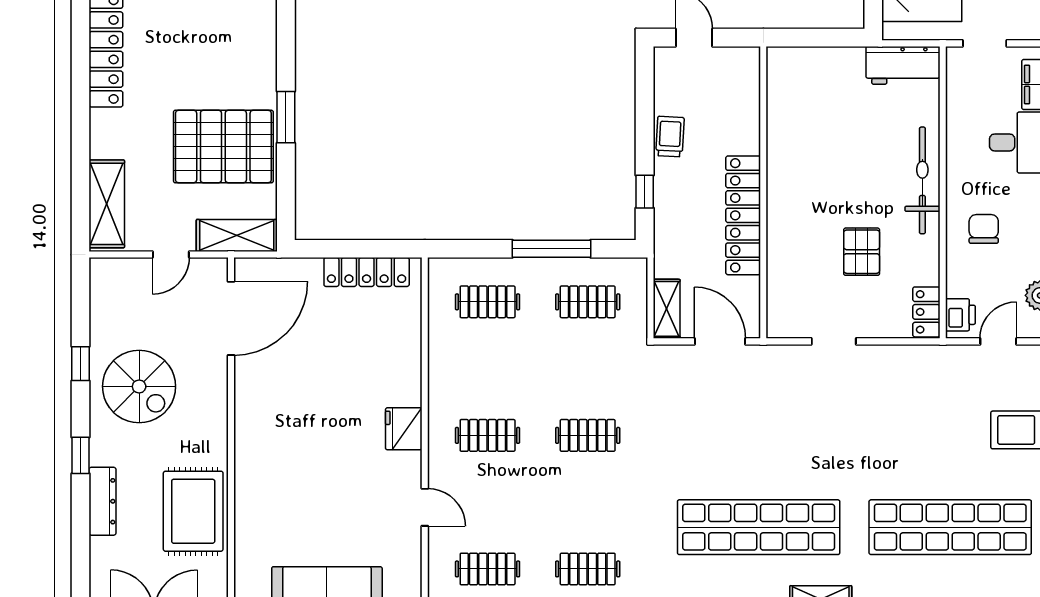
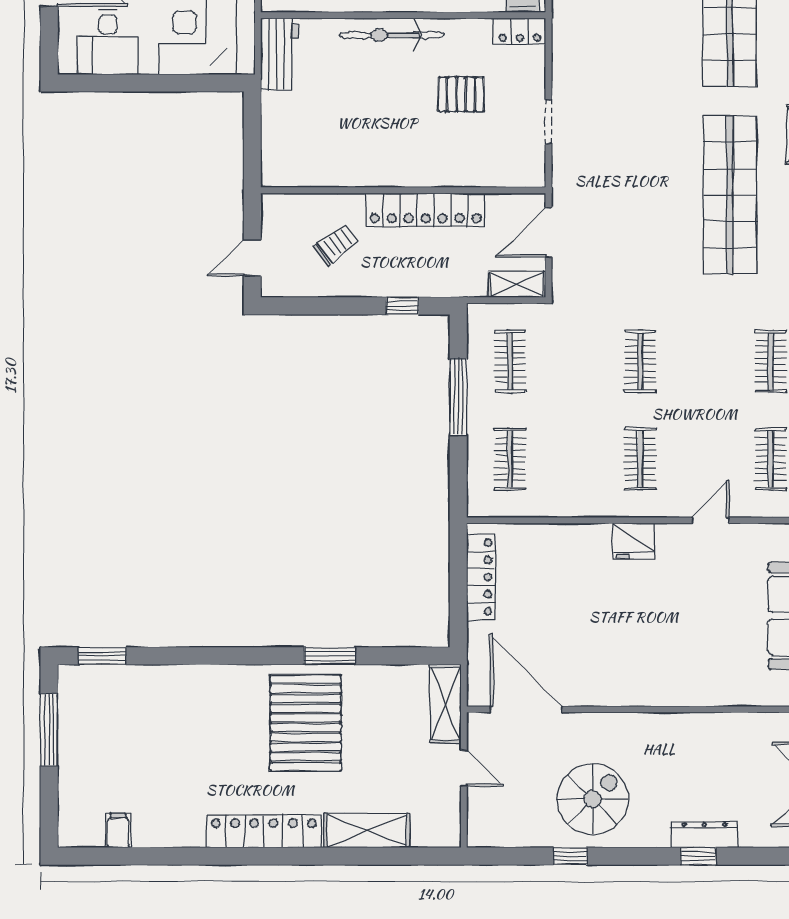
trolley: (670, 137) -> (336, 245), moved, turned 140
pallet: (223, 147) -> (306, 723), moved
shelving: (107, 204) -> (367, 830), moved
window: (80, 455) -> (698, 856), moved
rug: (193, 511) -> (714, 746), removed

